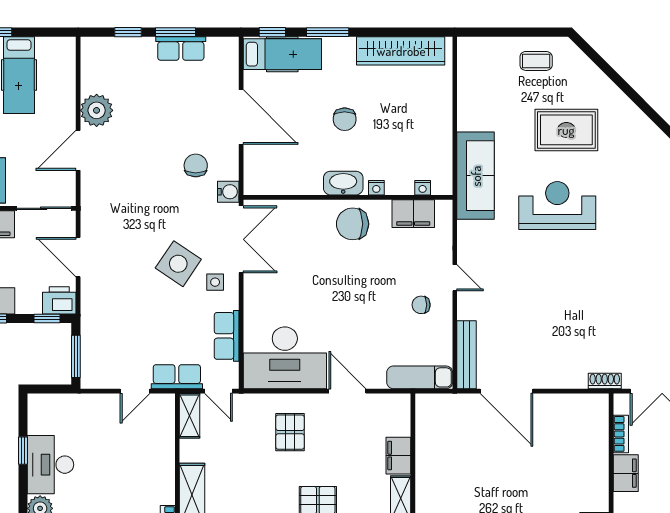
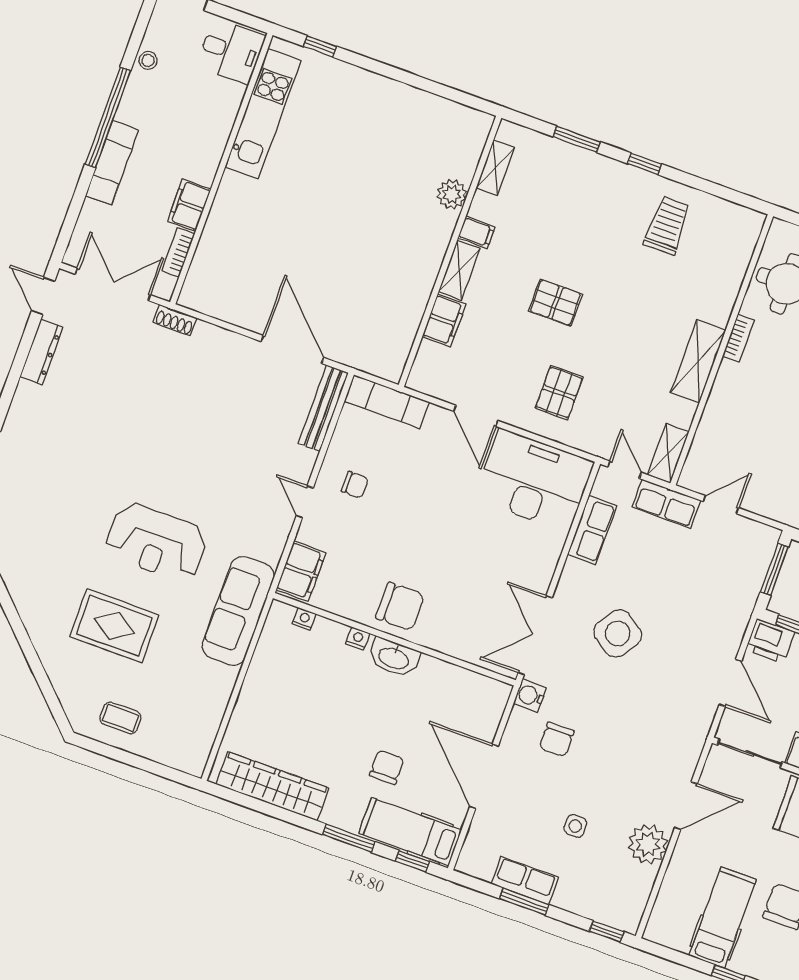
window: (128, 32) -> (607, 931), moved
chair: (345, 119) -> (387, 767), moved
filing cabinet: (413, 214) -> (301, 571), moved, turned 90
side table: (215, 282) -> (575, 826), moved

